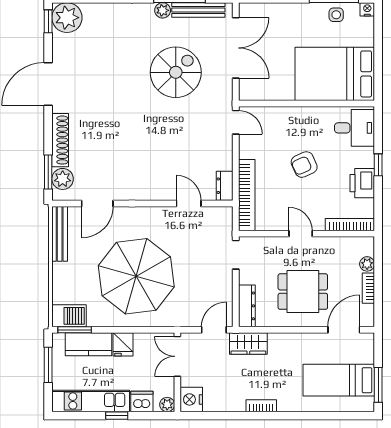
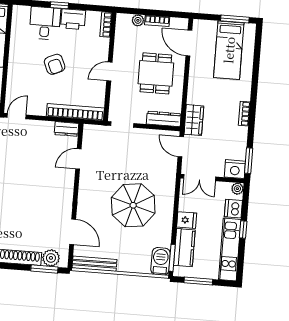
desk: (355, 128) -> (45, 23), moved
bookcase: (350, 225) -> (106, 25), width x0.64
parasol: (136, 276) -> (133, 205), width x0.73, depth x0.73
window: (203, 416) -> (249, 161), added

